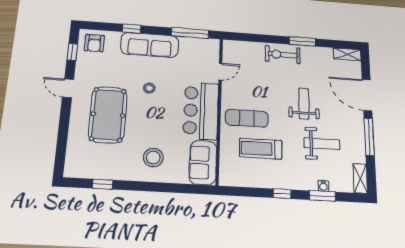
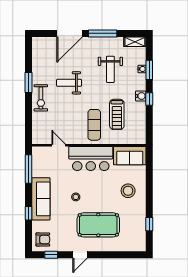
shelving: (347, 54) -> (37, 47), removed
weight bench: (304, 104) -> (69, 83), moved
weight bench: (322, 144) -> (110, 69), turned 180
water cooler: (286, 182) -> (141, 96), added

